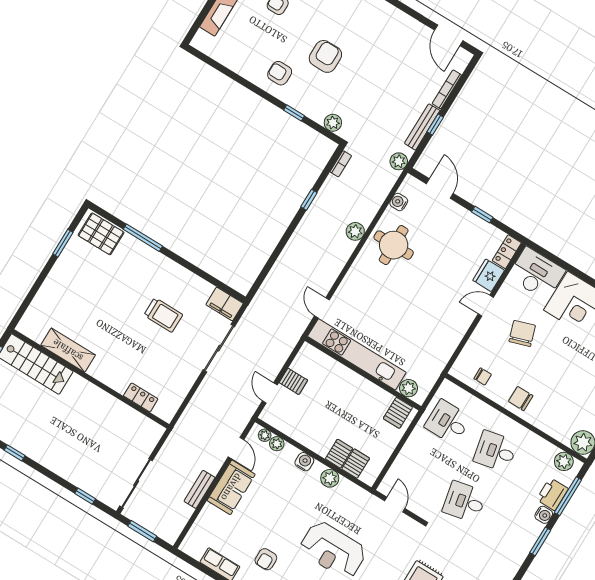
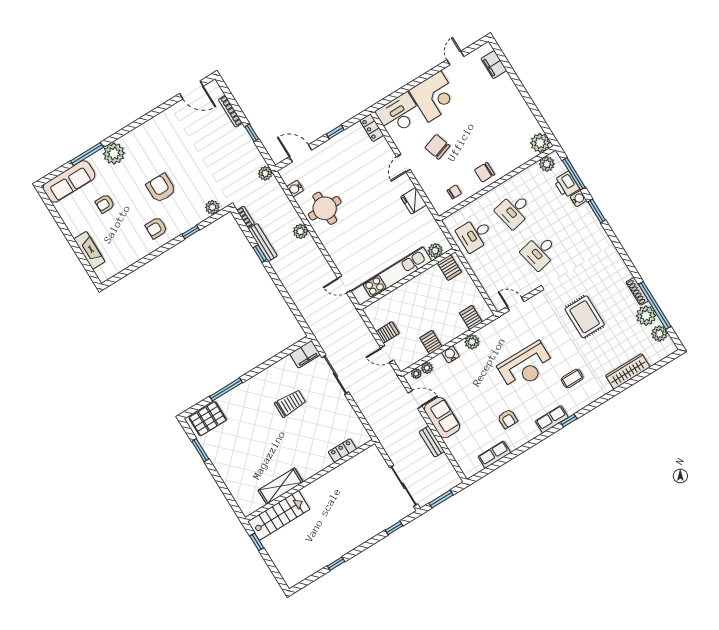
bench: (422, 127) -> (263, 242), moved
fridge: (489, 275) -> (414, 201), moved
server rack: (339, 454) -> (431, 342), moved

